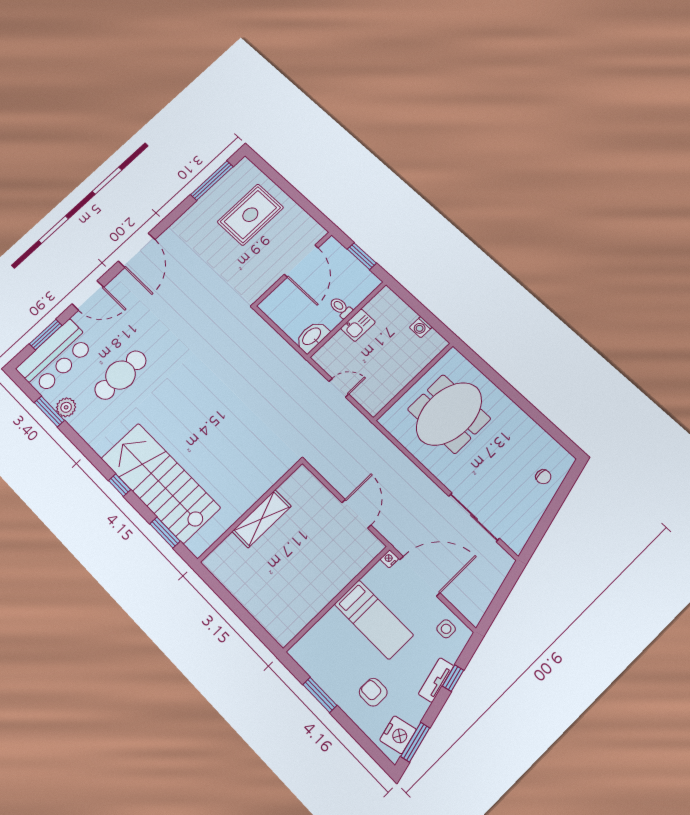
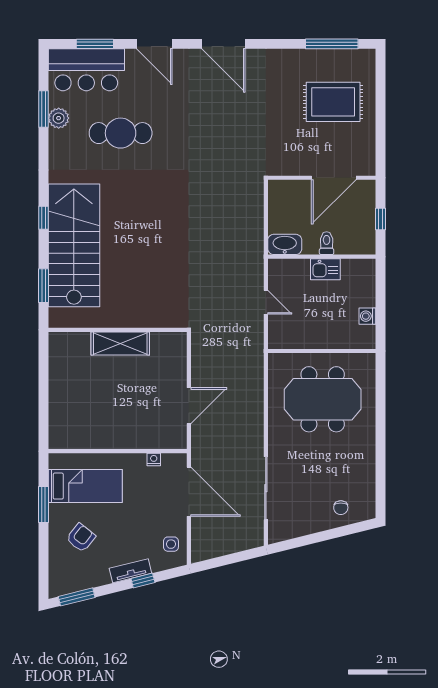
door: (137, 250) -> (223, 44), hinge flipped
window: (362, 256) -> (381, 219), width x0.67
nightstand: (389, 559) -> (154, 459), moved
bed: (374, 620) -> (85, 486), moved, turned -90
armchair: (373, 692) -> (81, 538), turned 38
nightstand: (398, 735) -> (70, 581), removed

